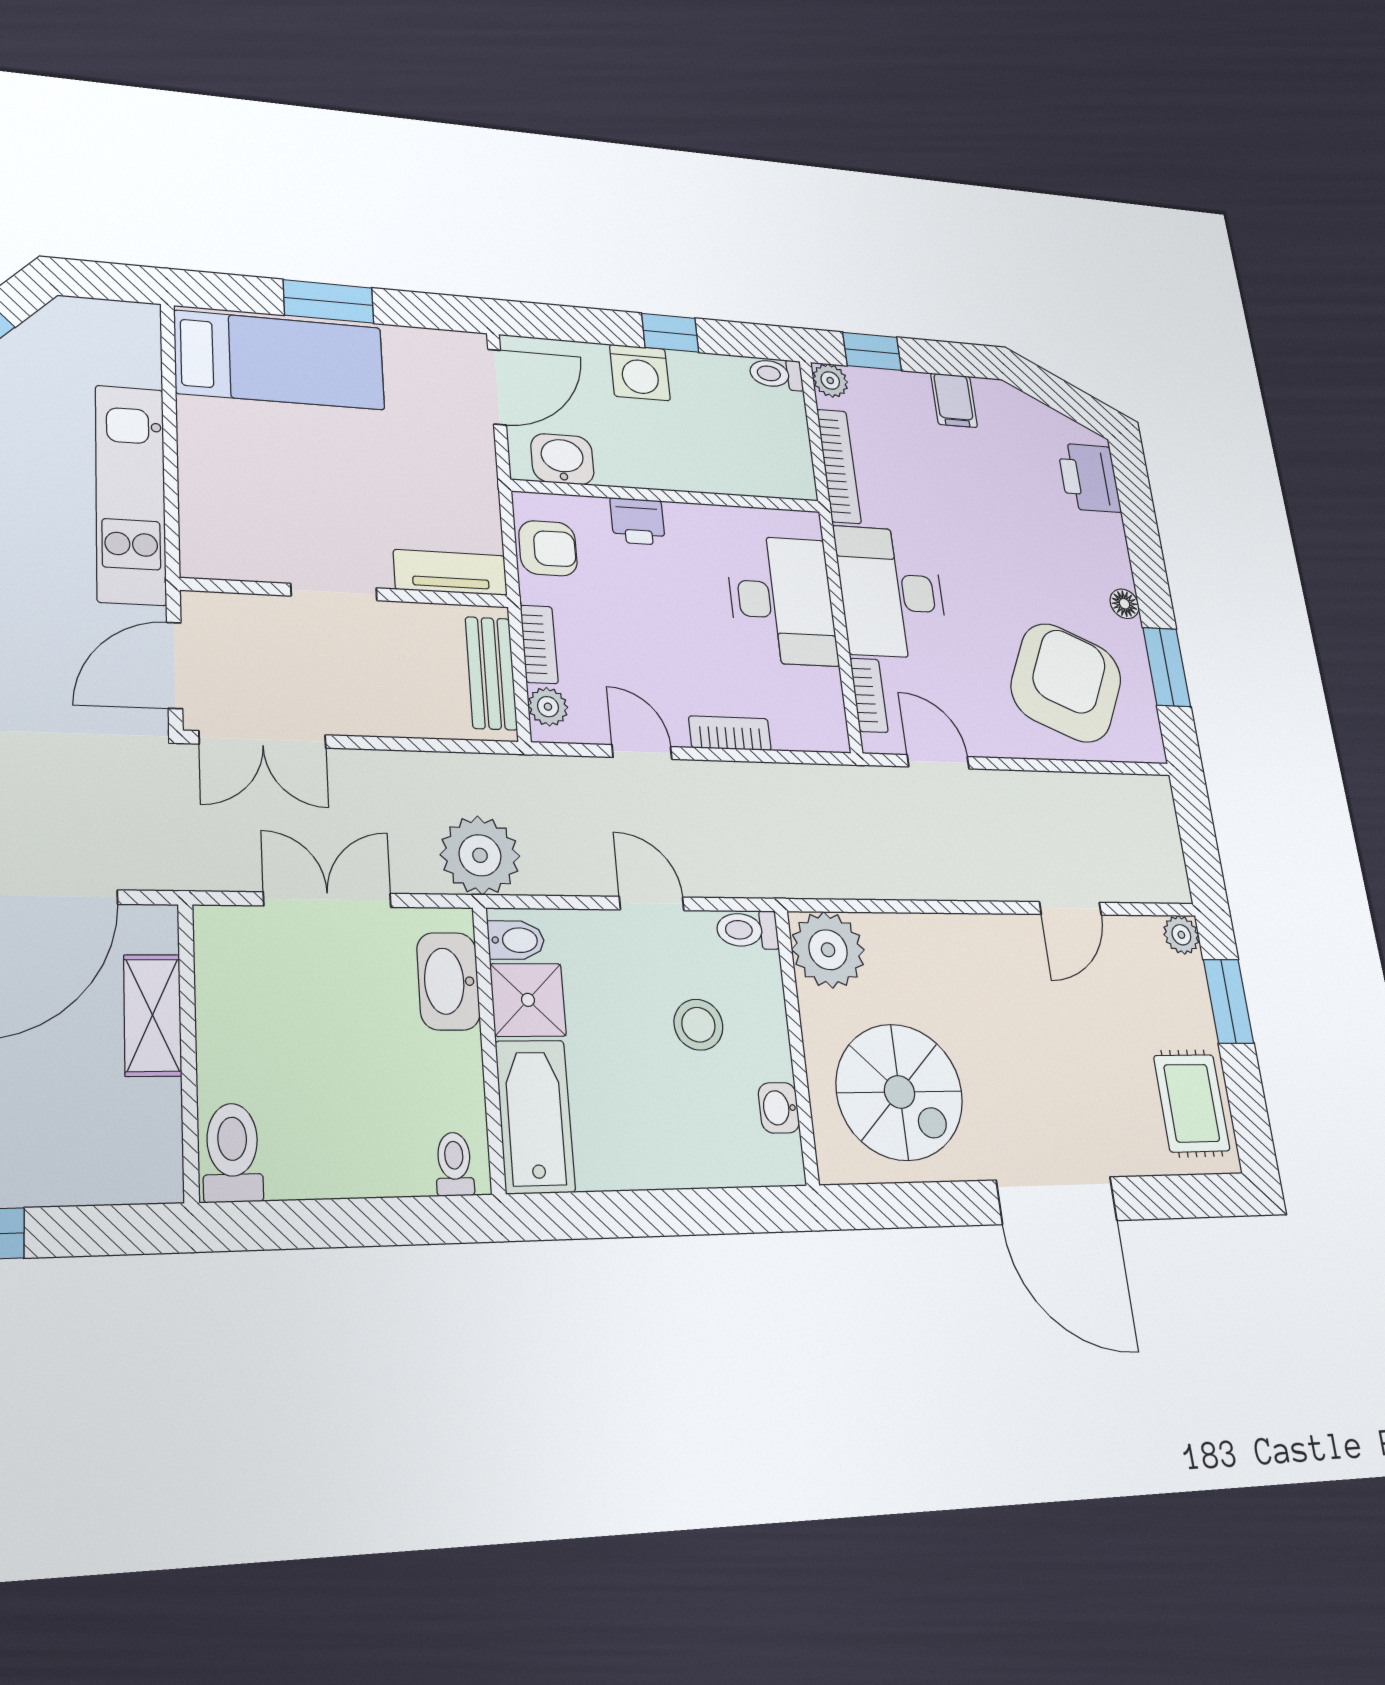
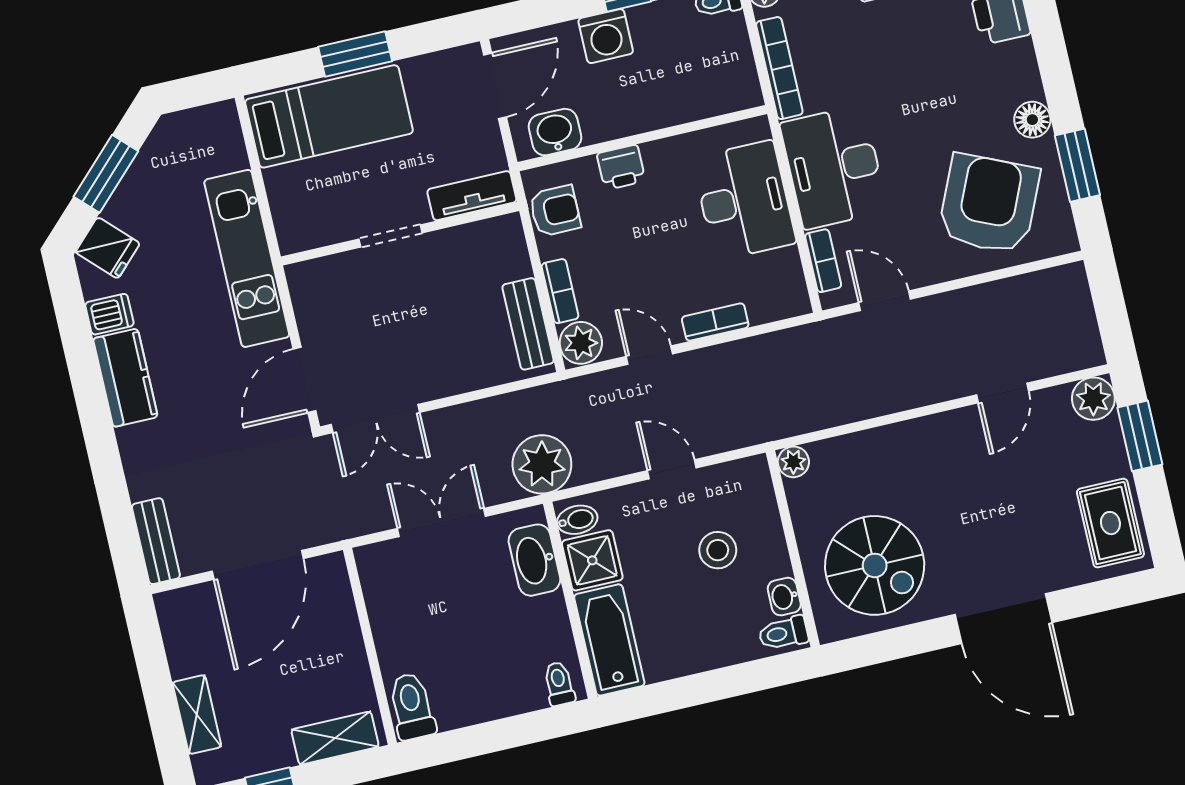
tv unit: (450, 572) -> (472, 196), moved
doorway: (334, 592) -> (390, 236), moved
wall: (347, 593) -> (400, 234), moved
floor lamp: (1124, 604) -> (1032, 120), width x1.37, depth x1.37
plant: (548, 707) -> (581, 343), width x1.38, depth x1.38
toilet: (747, 930) -> (783, 633), moved
plant: (1181, 935) -> (1093, 399), width x1.38, depth x1.38
plant: (828, 950) -> (793, 462), width x0.53, depth x0.53
shelving: (153, 1015) -> (335, 738), moved, turned 90

